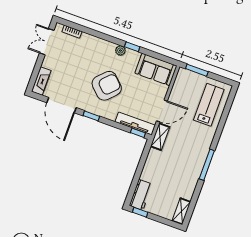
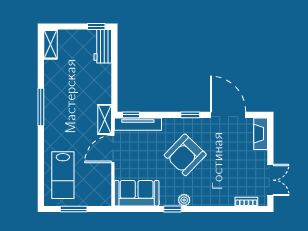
window: (197, 70) -> (74, 209), moved

